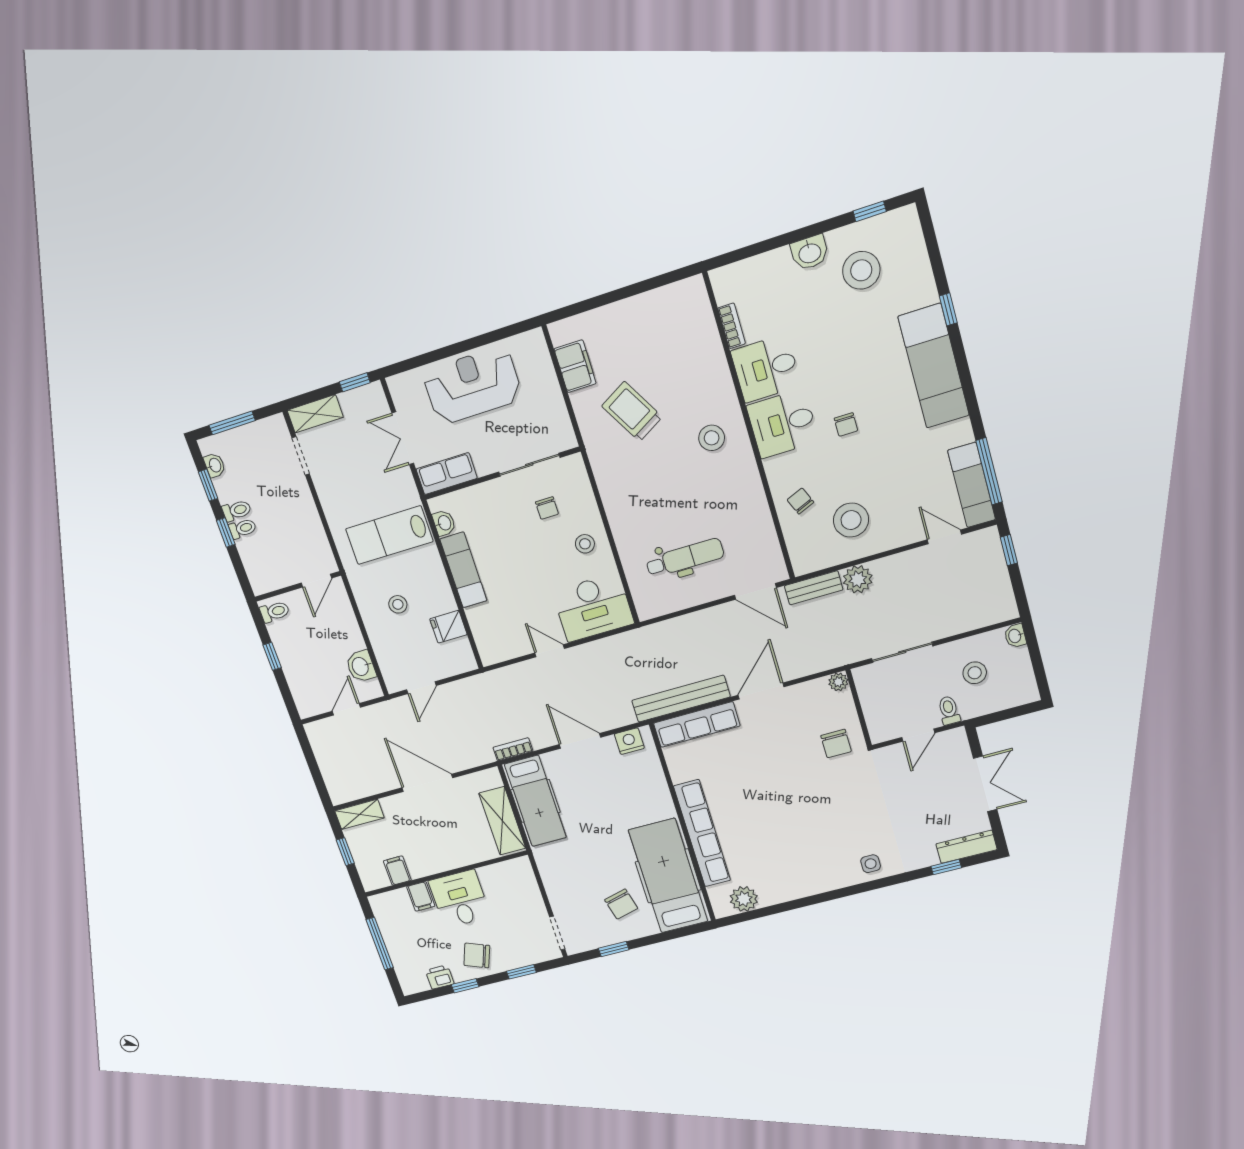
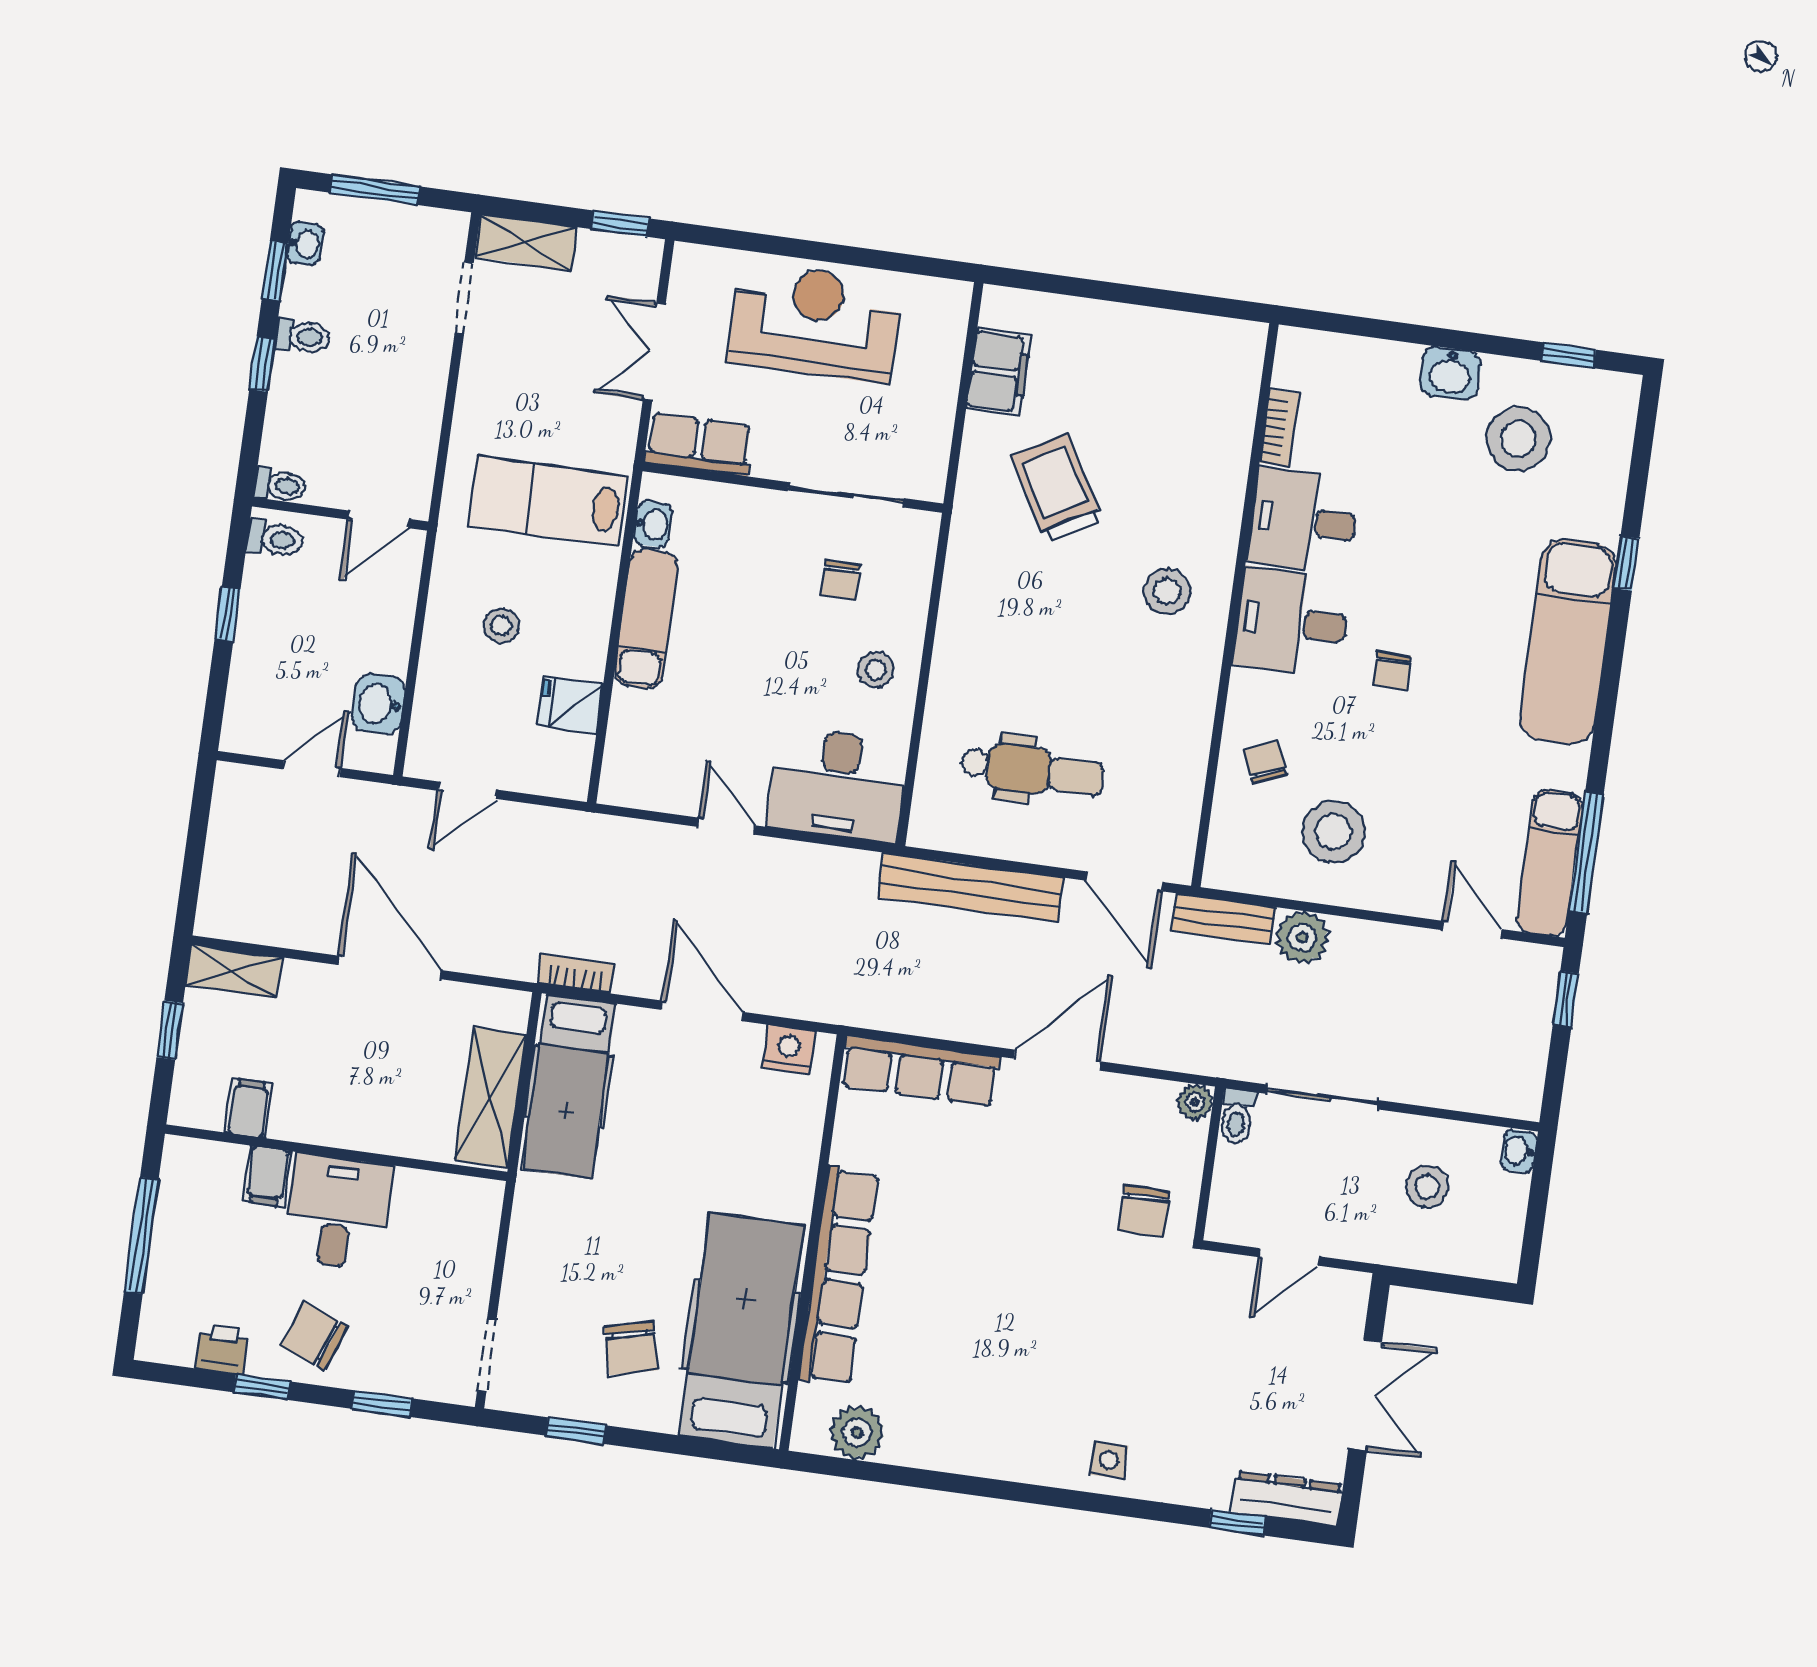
toilet: (243, 528) -> (280, 485), moved
bench: (681, 699) -> (971, 887), moved
toilet: (949, 710) -> (1237, 1117), moved, turned 180

